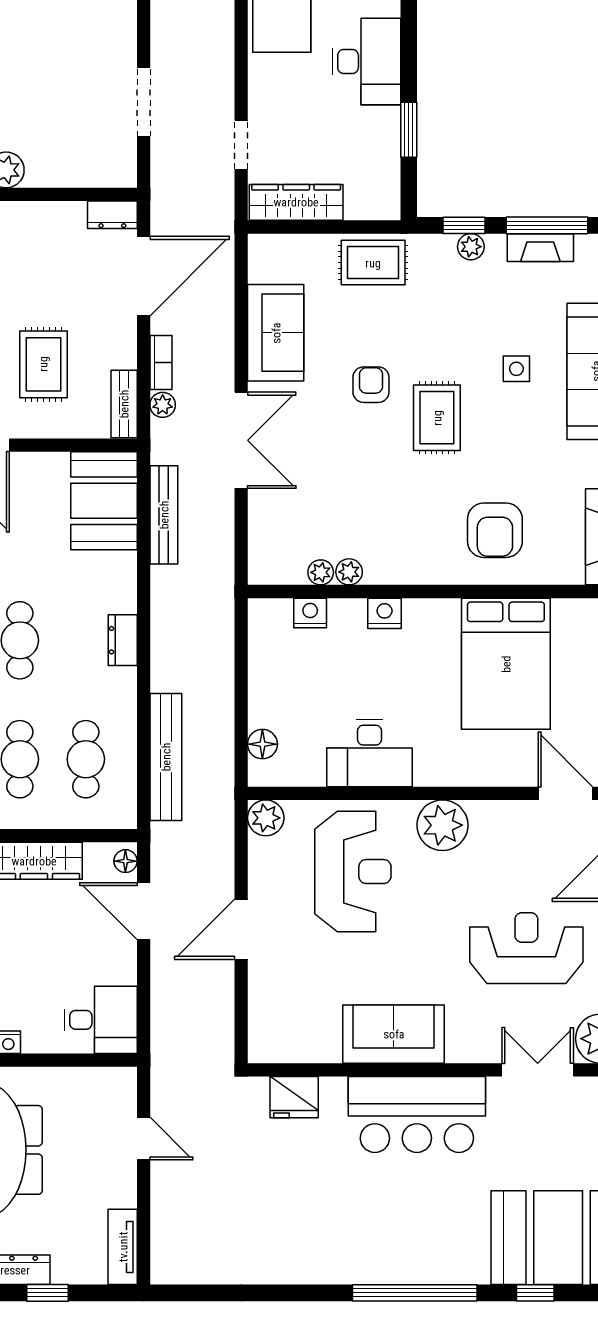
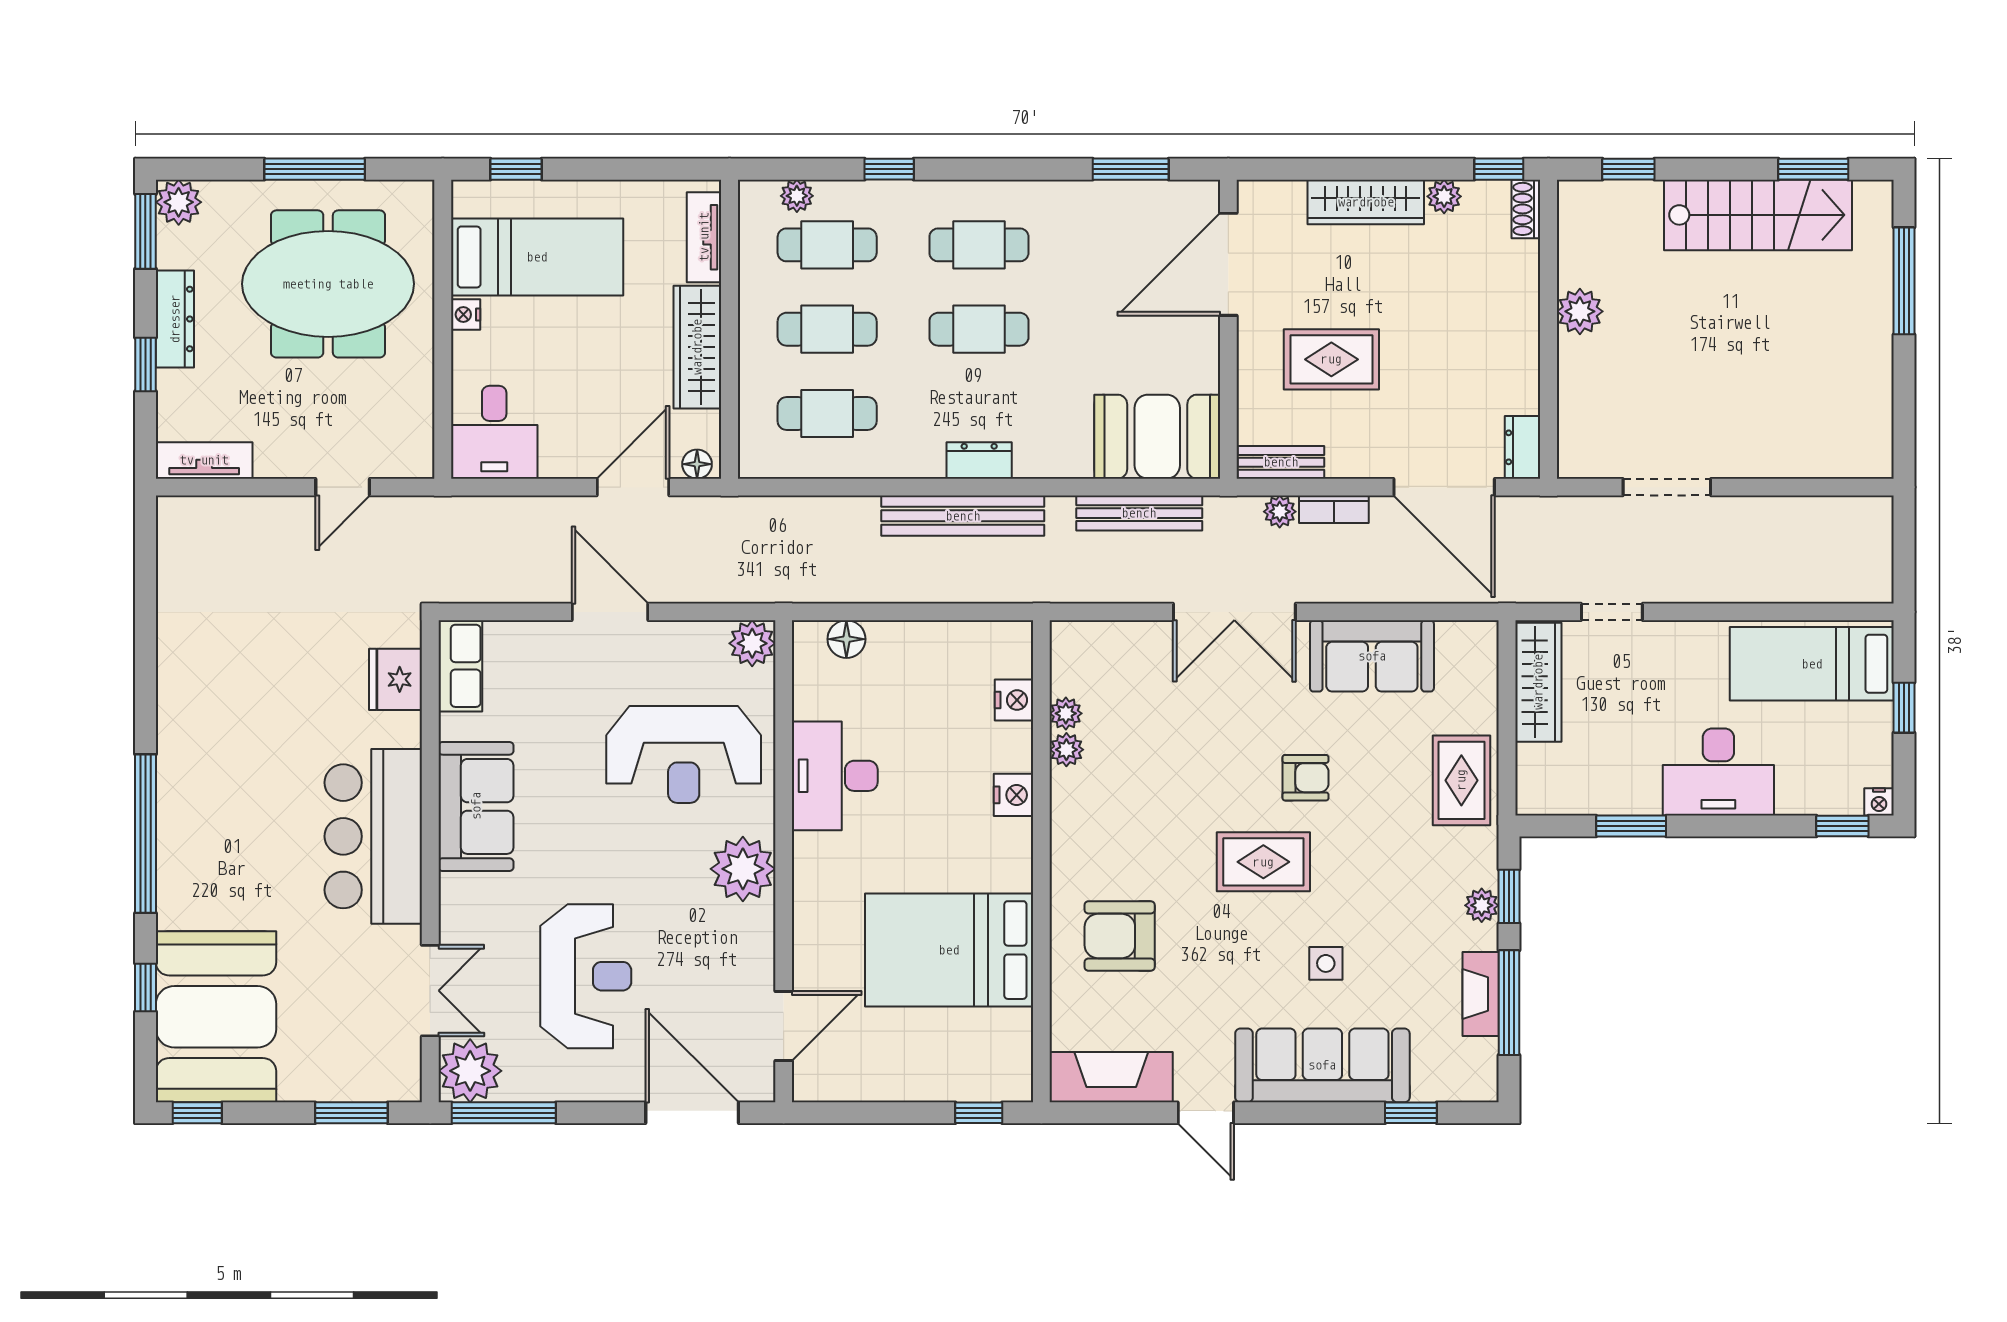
bench: (166, 757) -> (963, 516), moved
row of seats: (283, 1046) -> (460, 666), added

